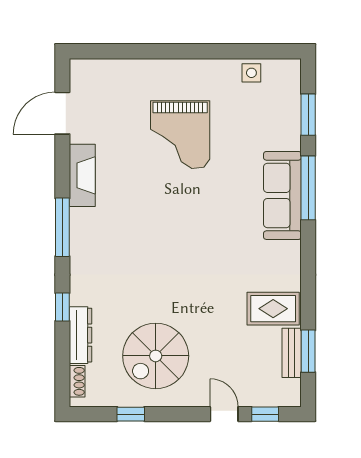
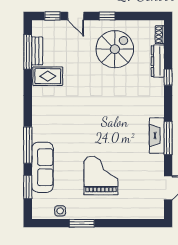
window: (214, 51) -> (82, 223), added
fireplace: (82, 175) -> (157, 136), moved
sofa: (282, 195) -> (42, 167), moved
window: (62, 227) -> (168, 138), moved
window: (308, 351) -> (28, 52), width x1.44
window: (131, 414) -> (107, 16), moved

